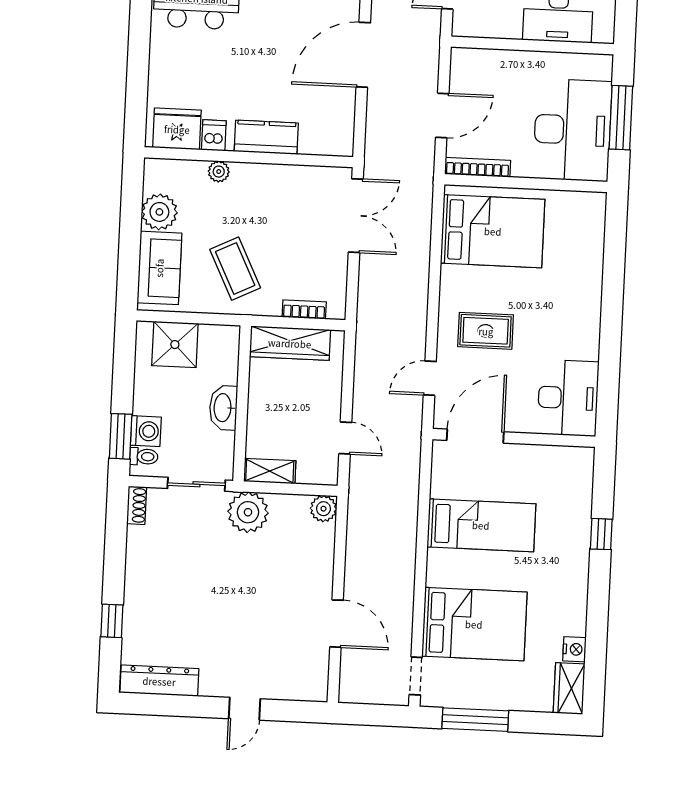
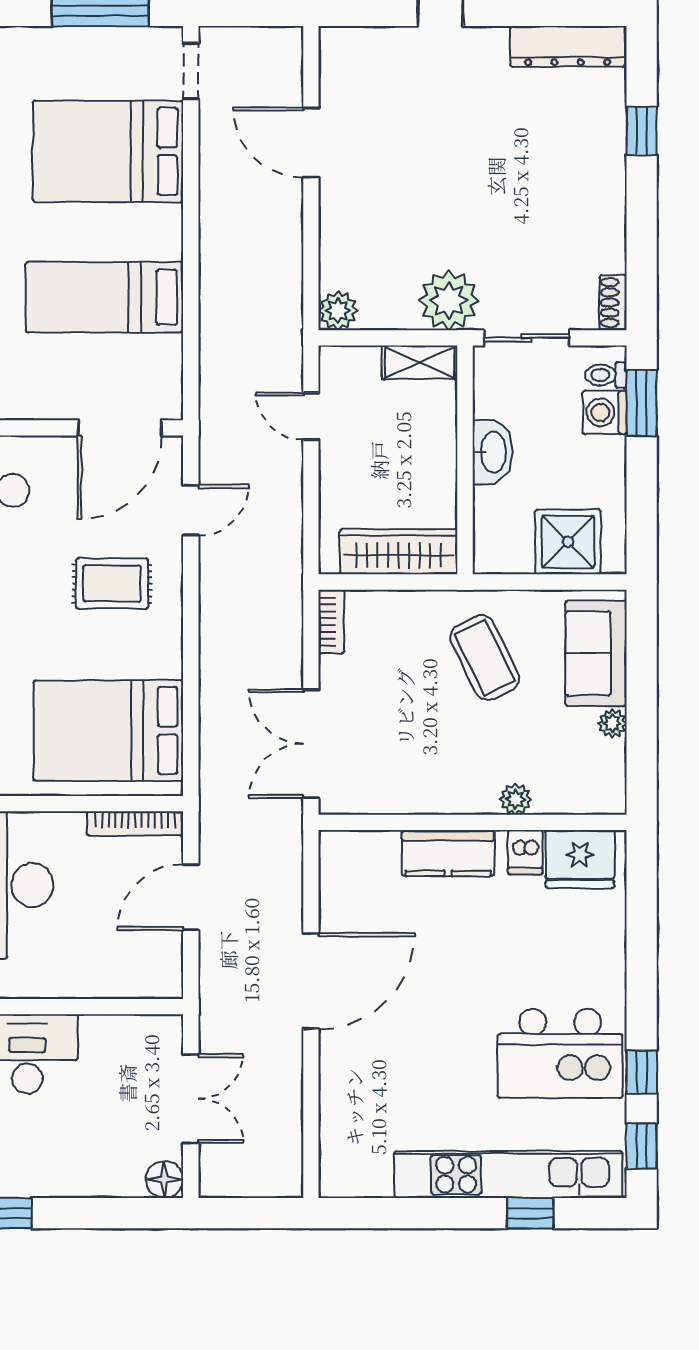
plant: (159, 212) -> (612, 723), width x0.53, depth x0.53
bookcase: (304, 309) -> (331, 622), moved, turned -90

